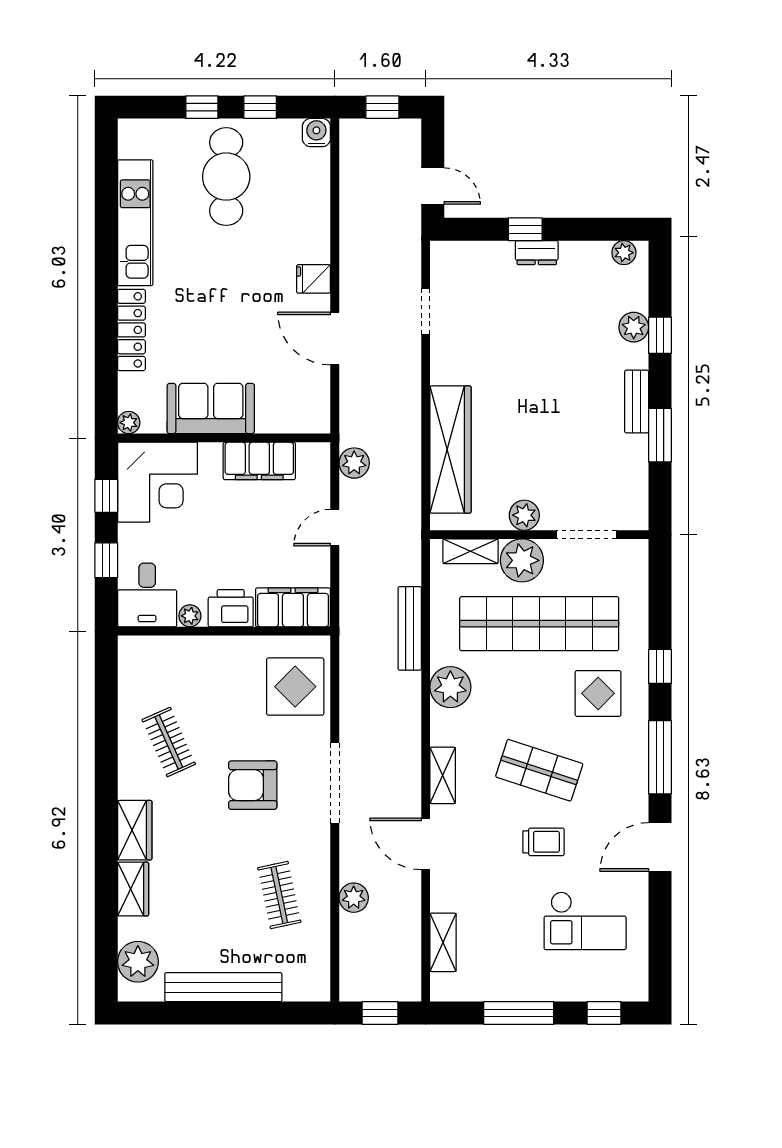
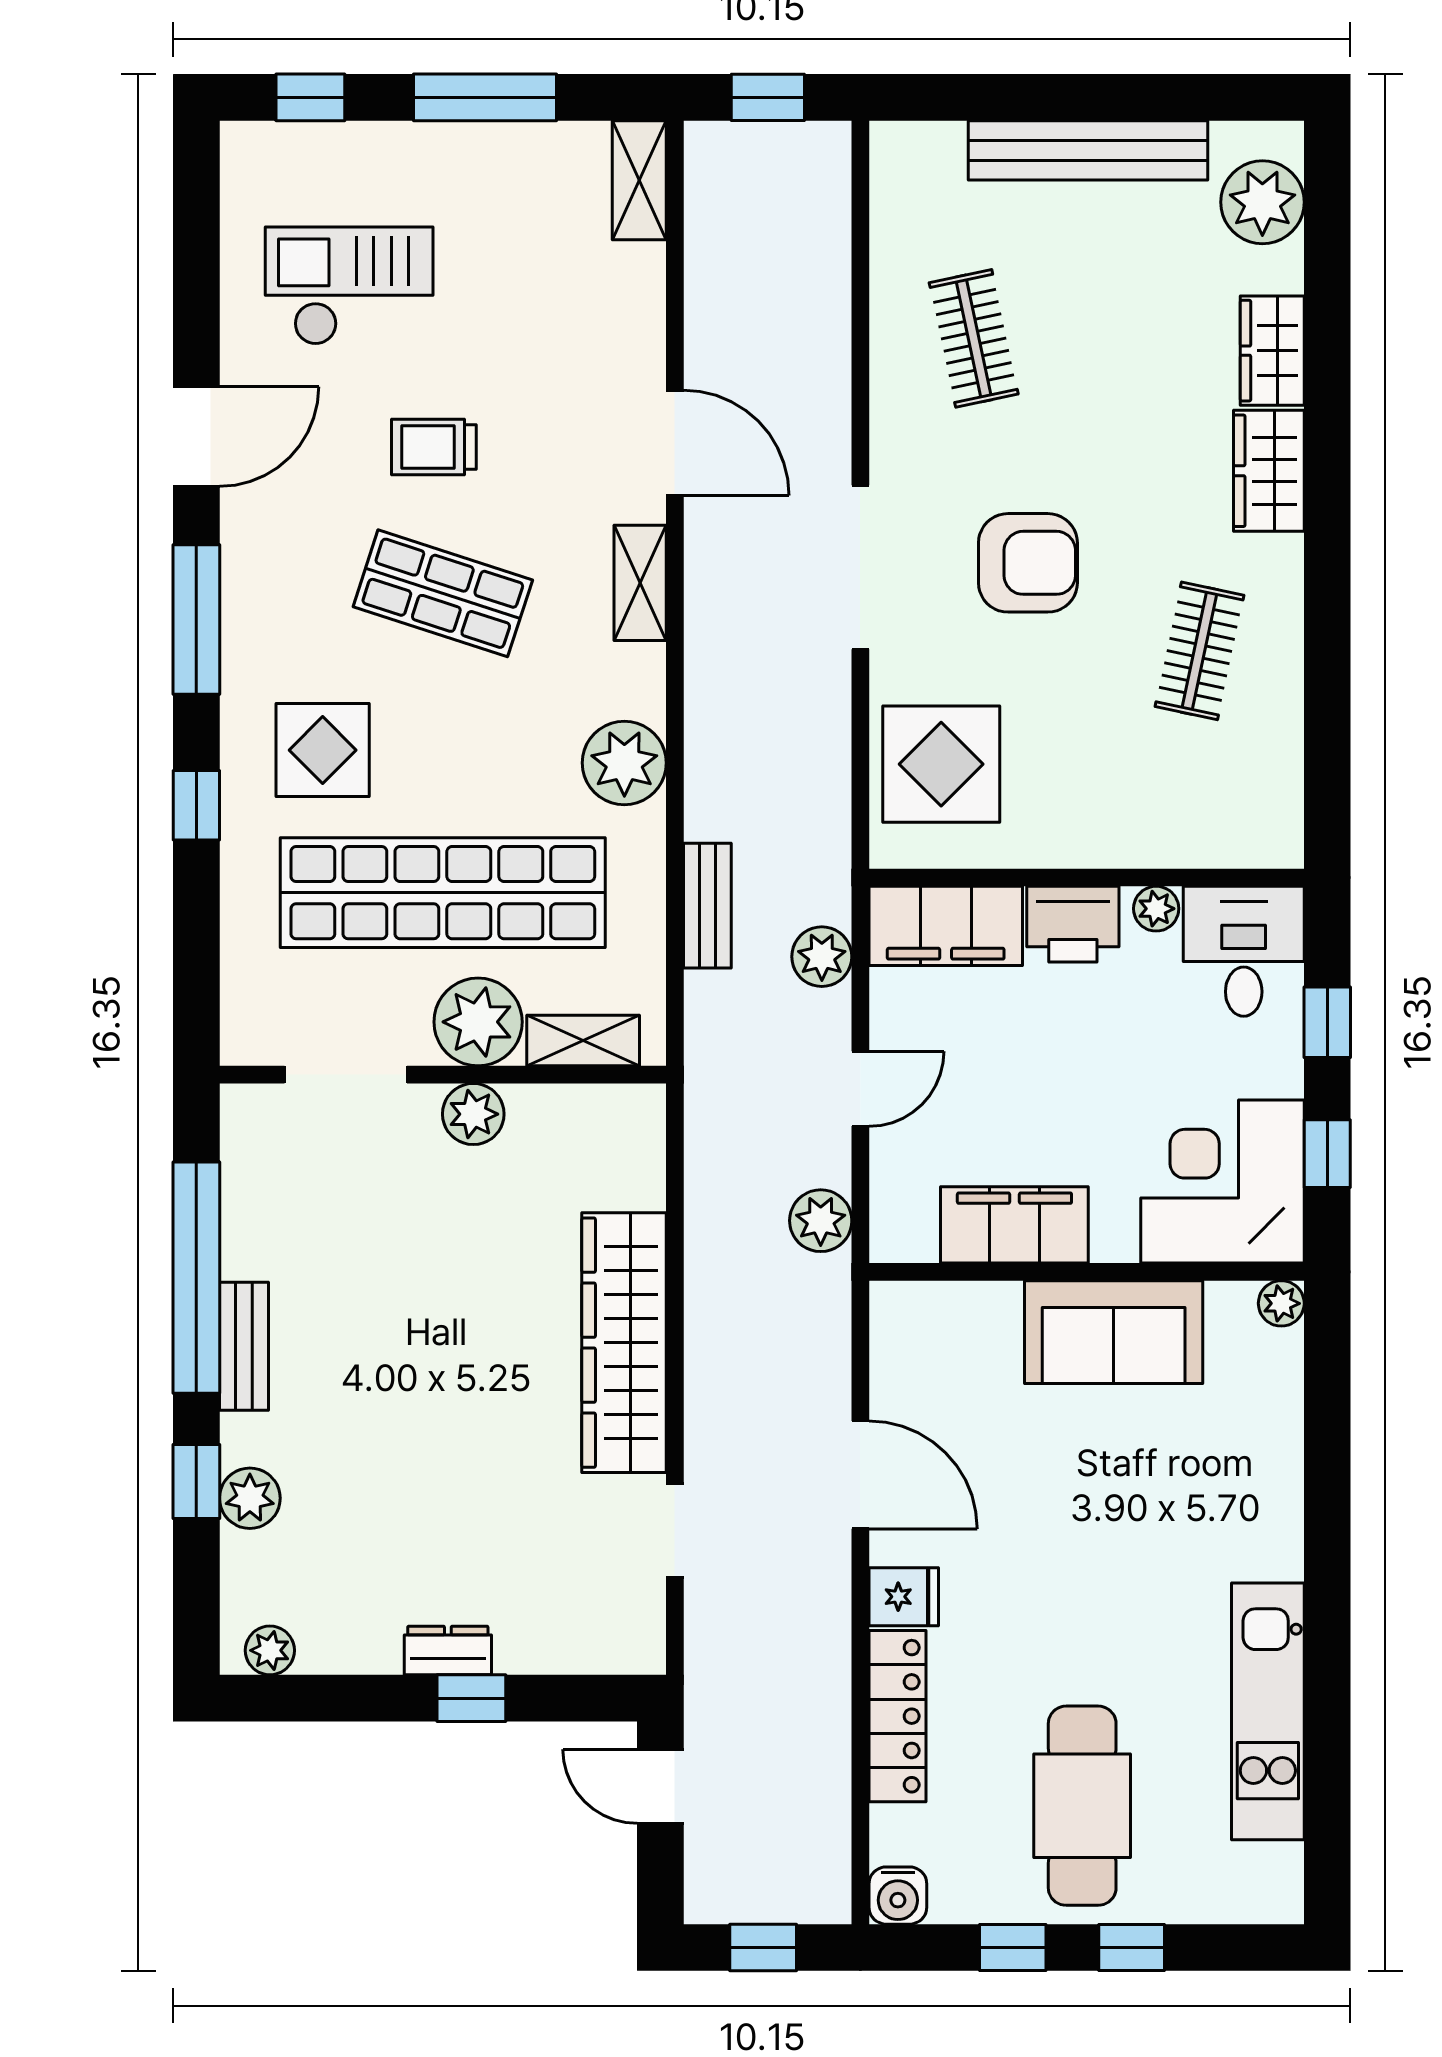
locker: (131, 330) -> (897, 1716), moved, turned 180
window: (660, 435) -> (196, 1278), width x2.11
wardrobe: (450, 449) -> (624, 1343), moved
bench: (410, 628) -> (707, 906), width x0.73
clothes rail: (169, 742) -> (1199, 651), turned 36
plant: (354, 898) -> (822, 957), moved
shelving: (443, 942) -> (639, 180), moved

